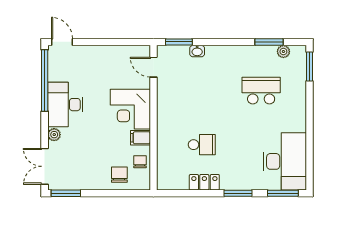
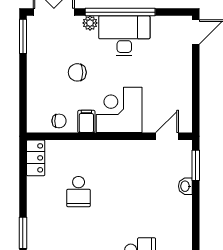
window: (45, 80) -> (120, 12), moved
chair: (119, 175) -> (77, 72), moved, turned 180
locker: (204, 182) -> (36, 158), moved

